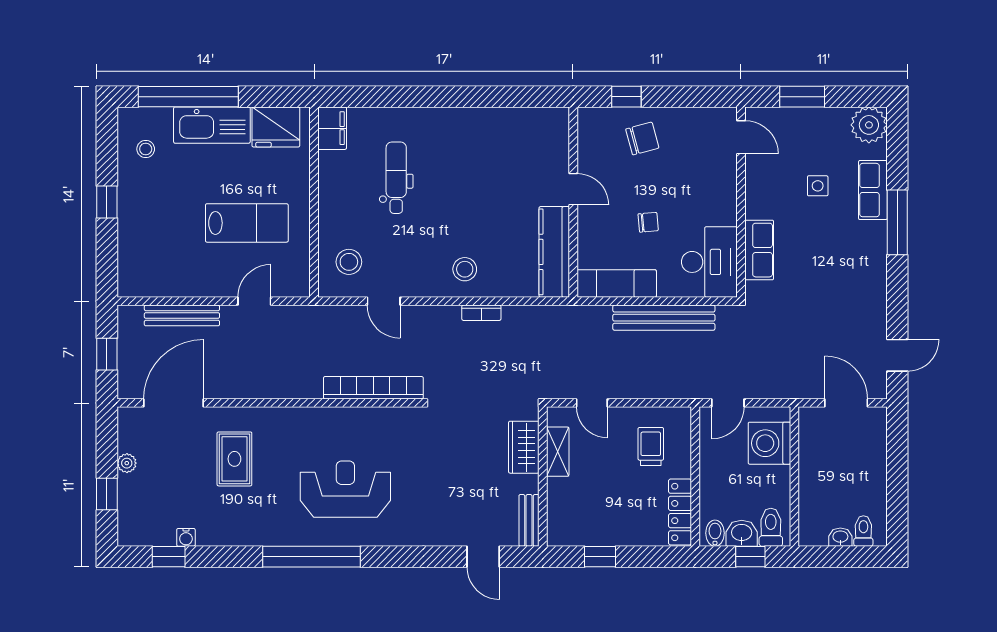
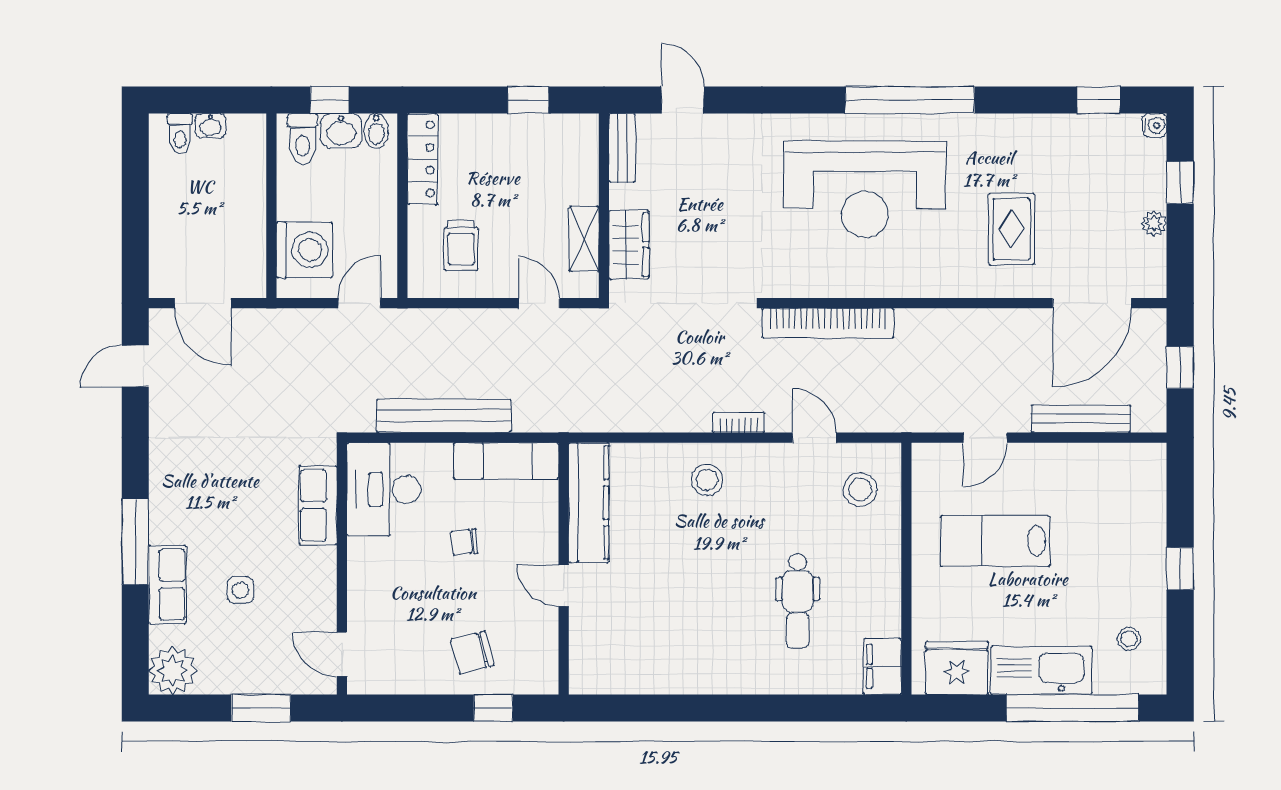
bookcase: (481, 313) -> (739, 422), moved
reception desk: (345, 489) -> (865, 189), width x1.36, depth x1.30
water cooler: (186, 537) -> (1155, 125), moved, turned 90

